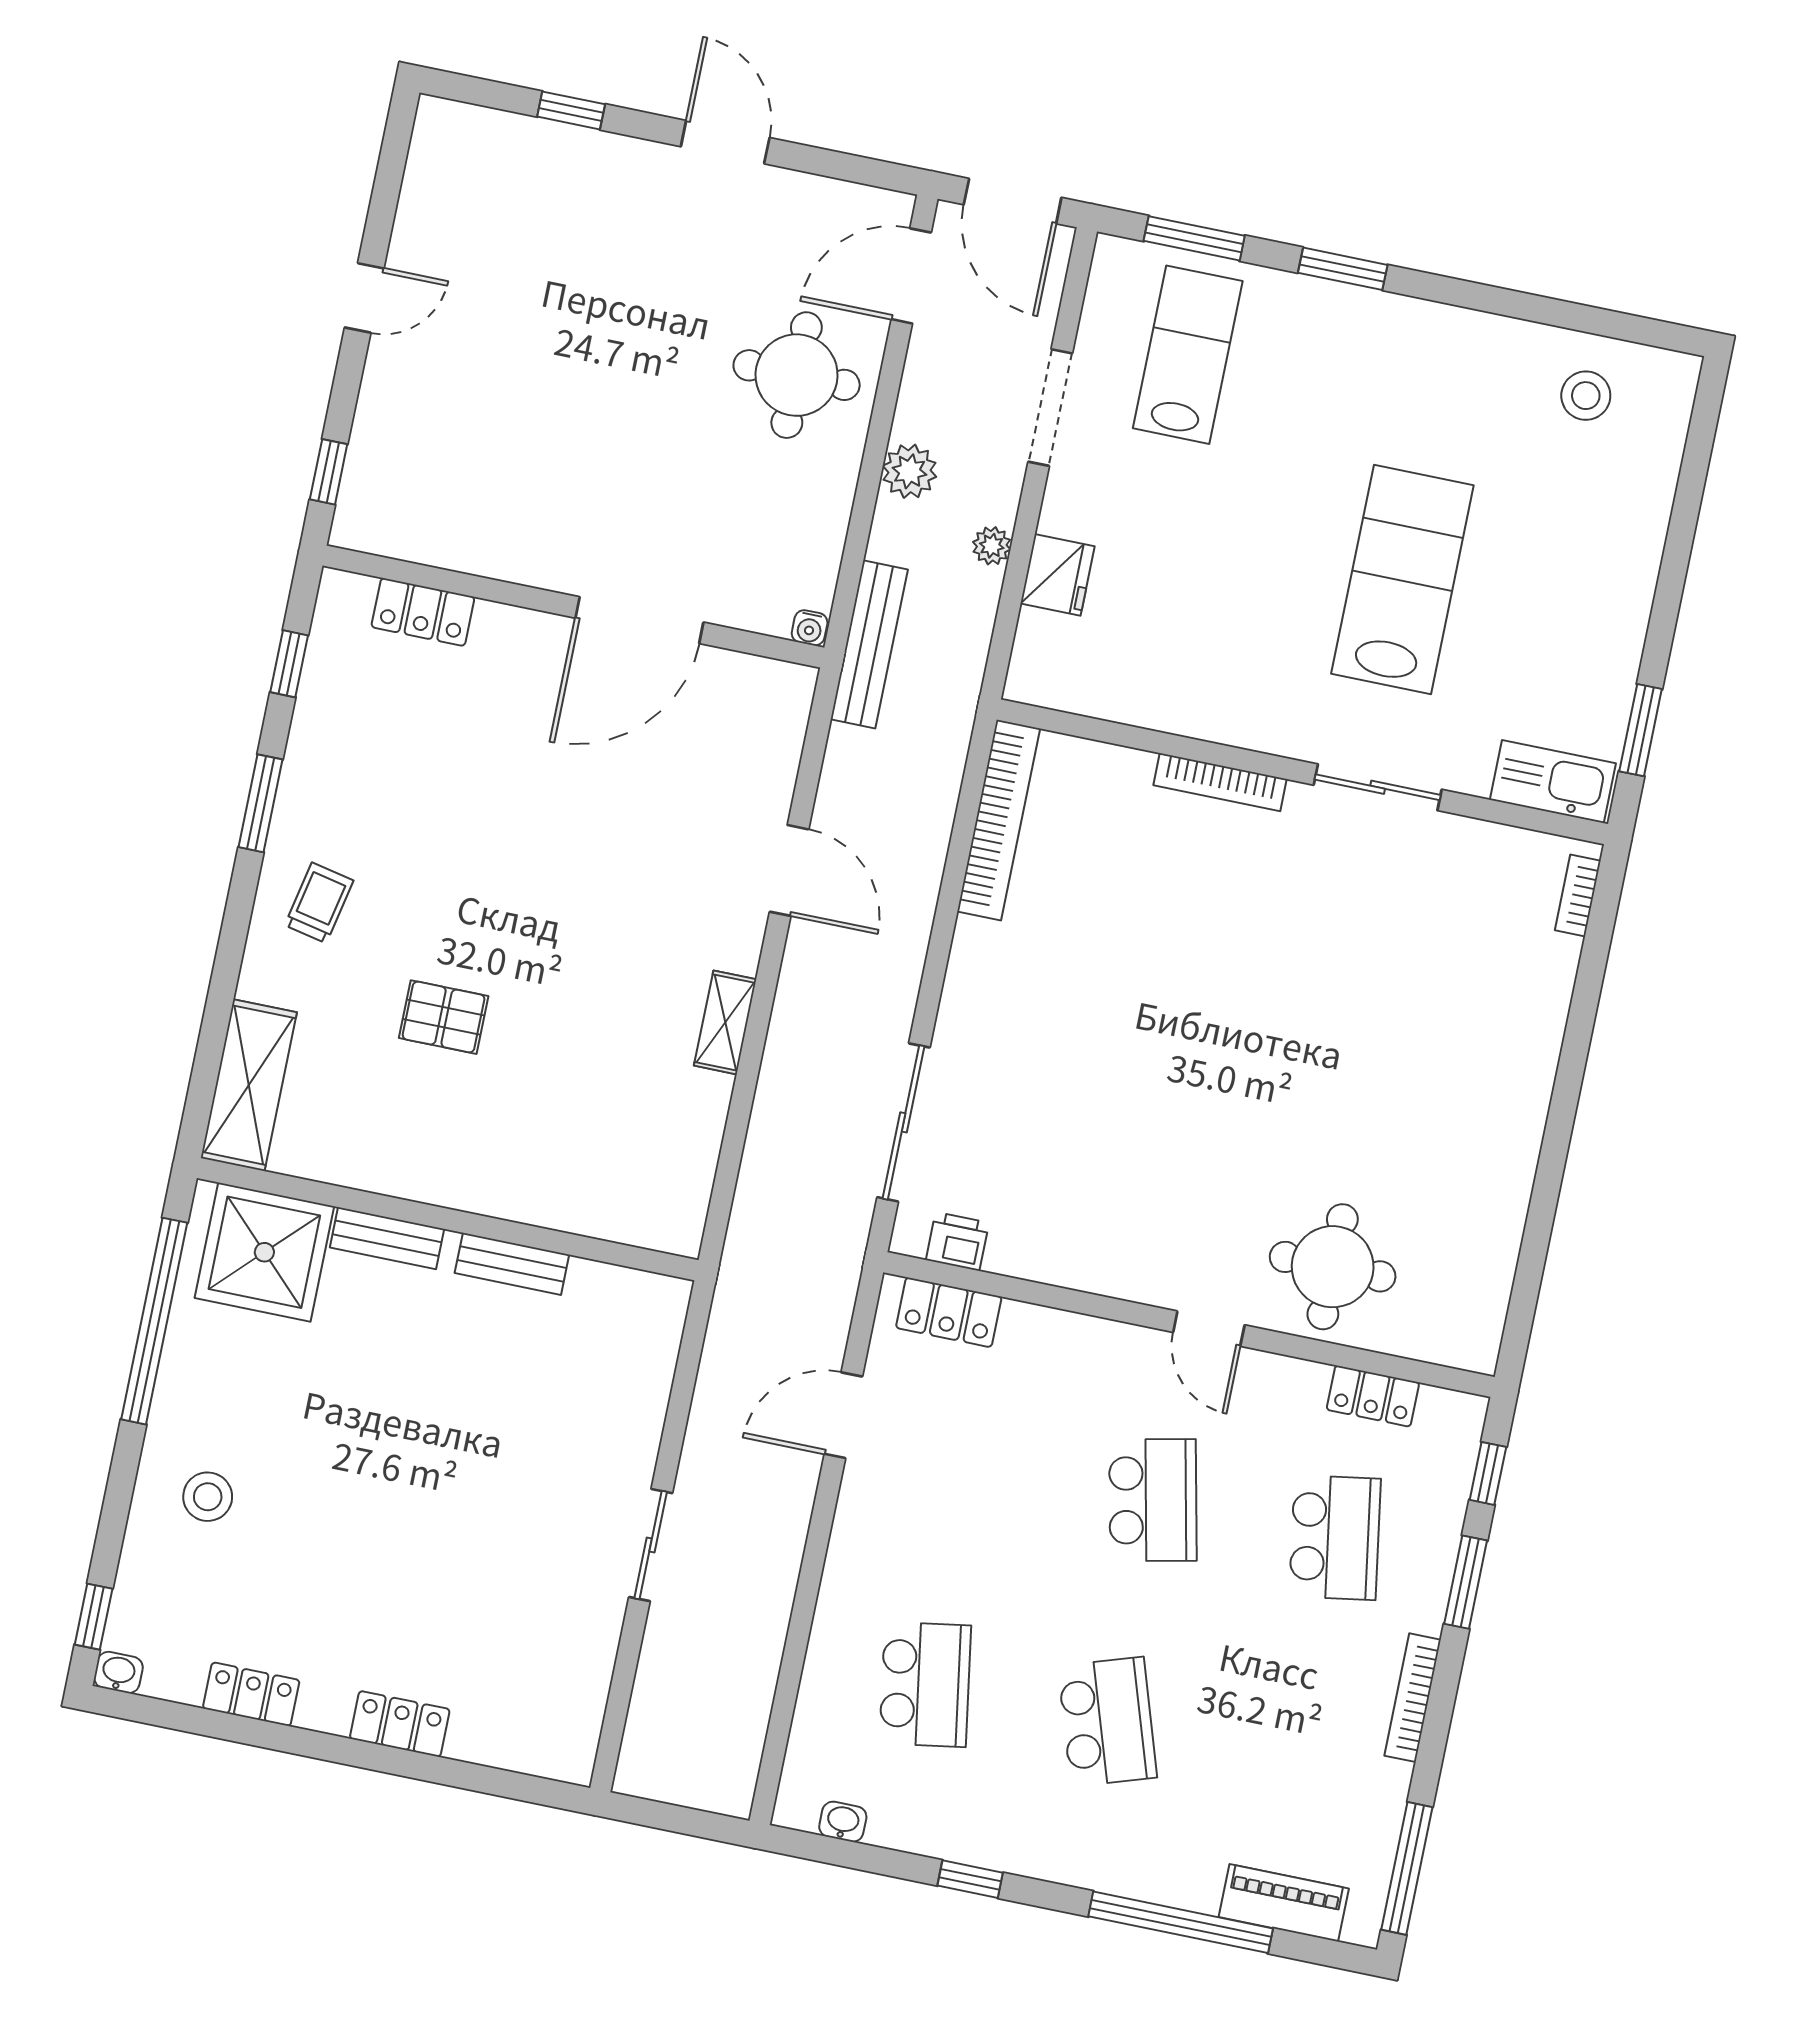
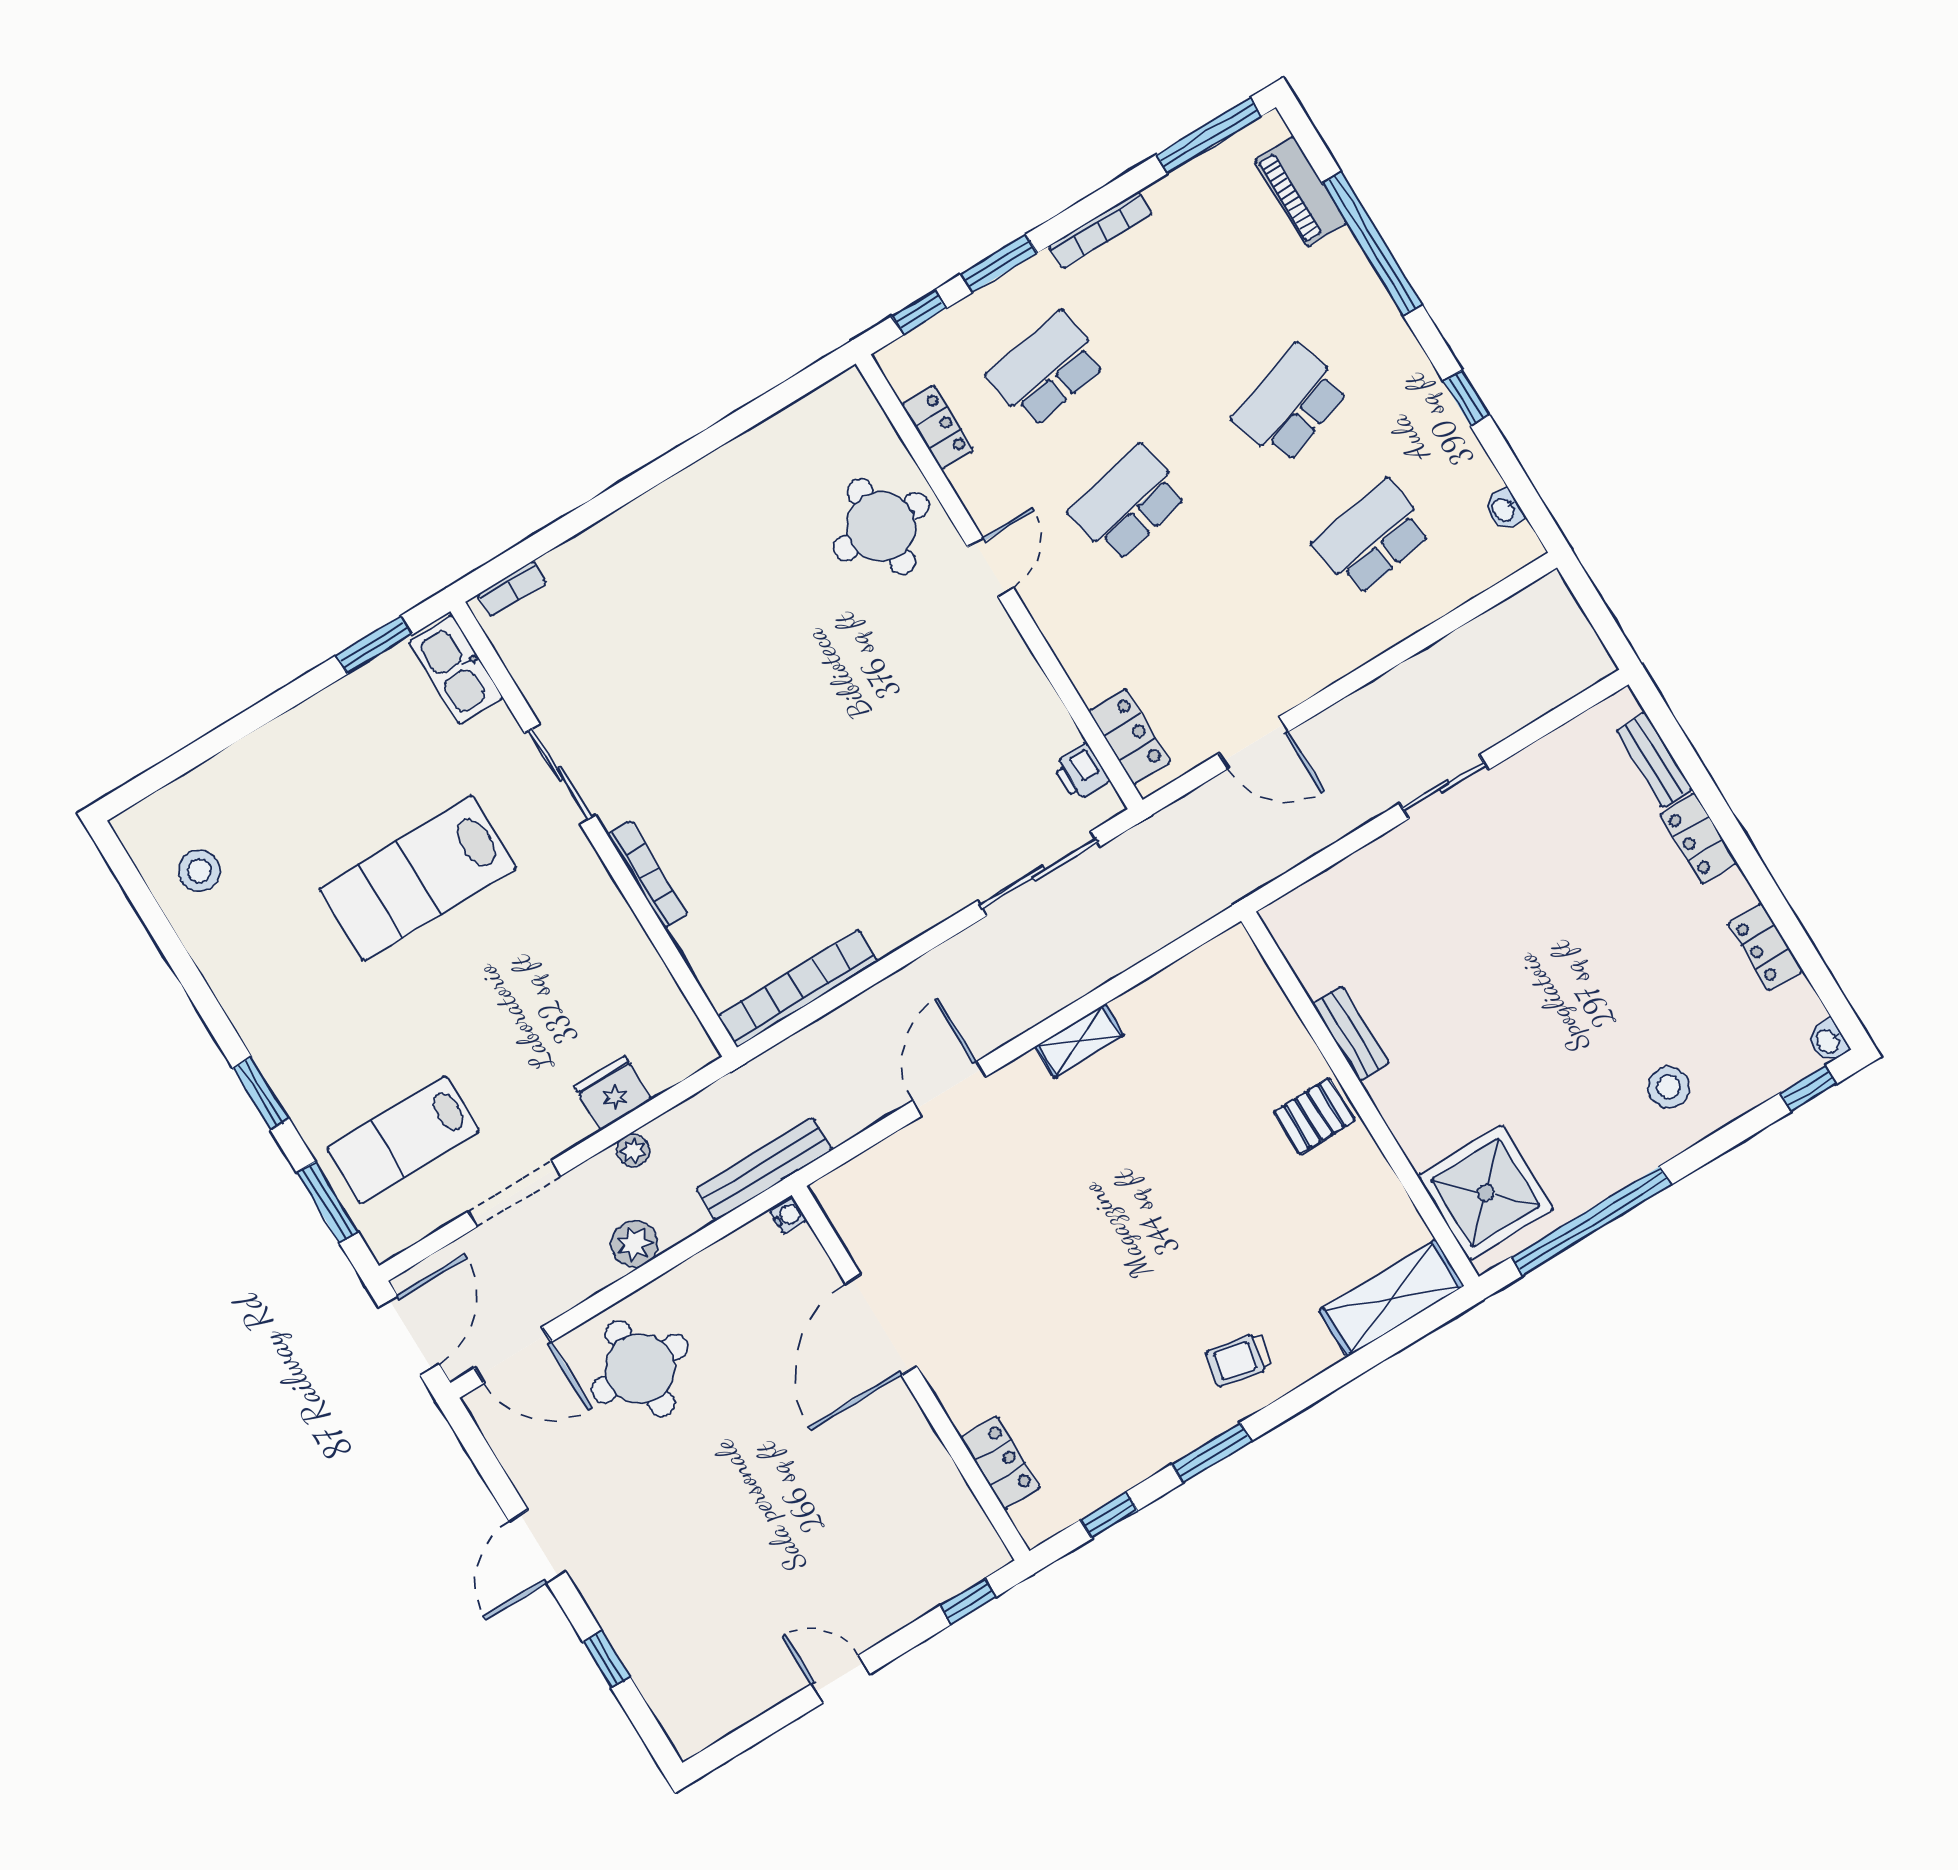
door: (639, 620) -> (881, 1325), swing flipped
pallet: (444, 1017) -> (1314, 1116), moved, turned 90
bench: (387, 1238) -> (1654, 760), moved

